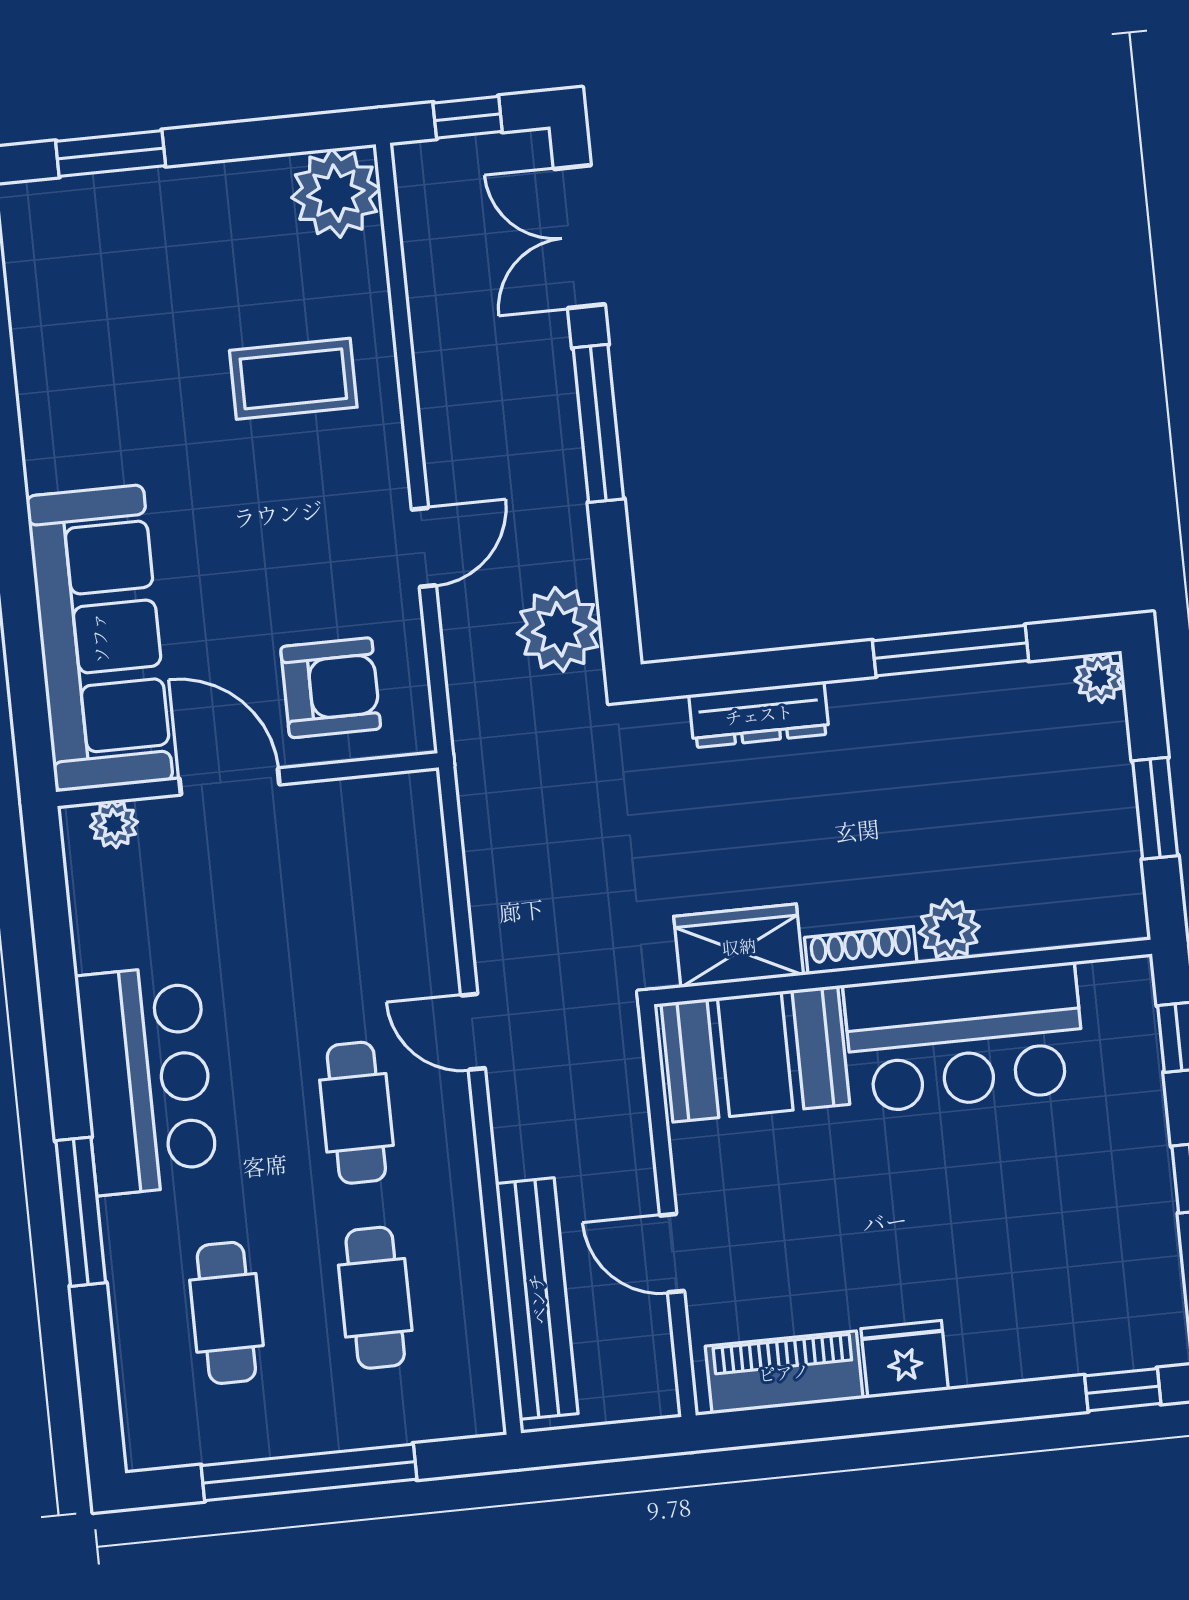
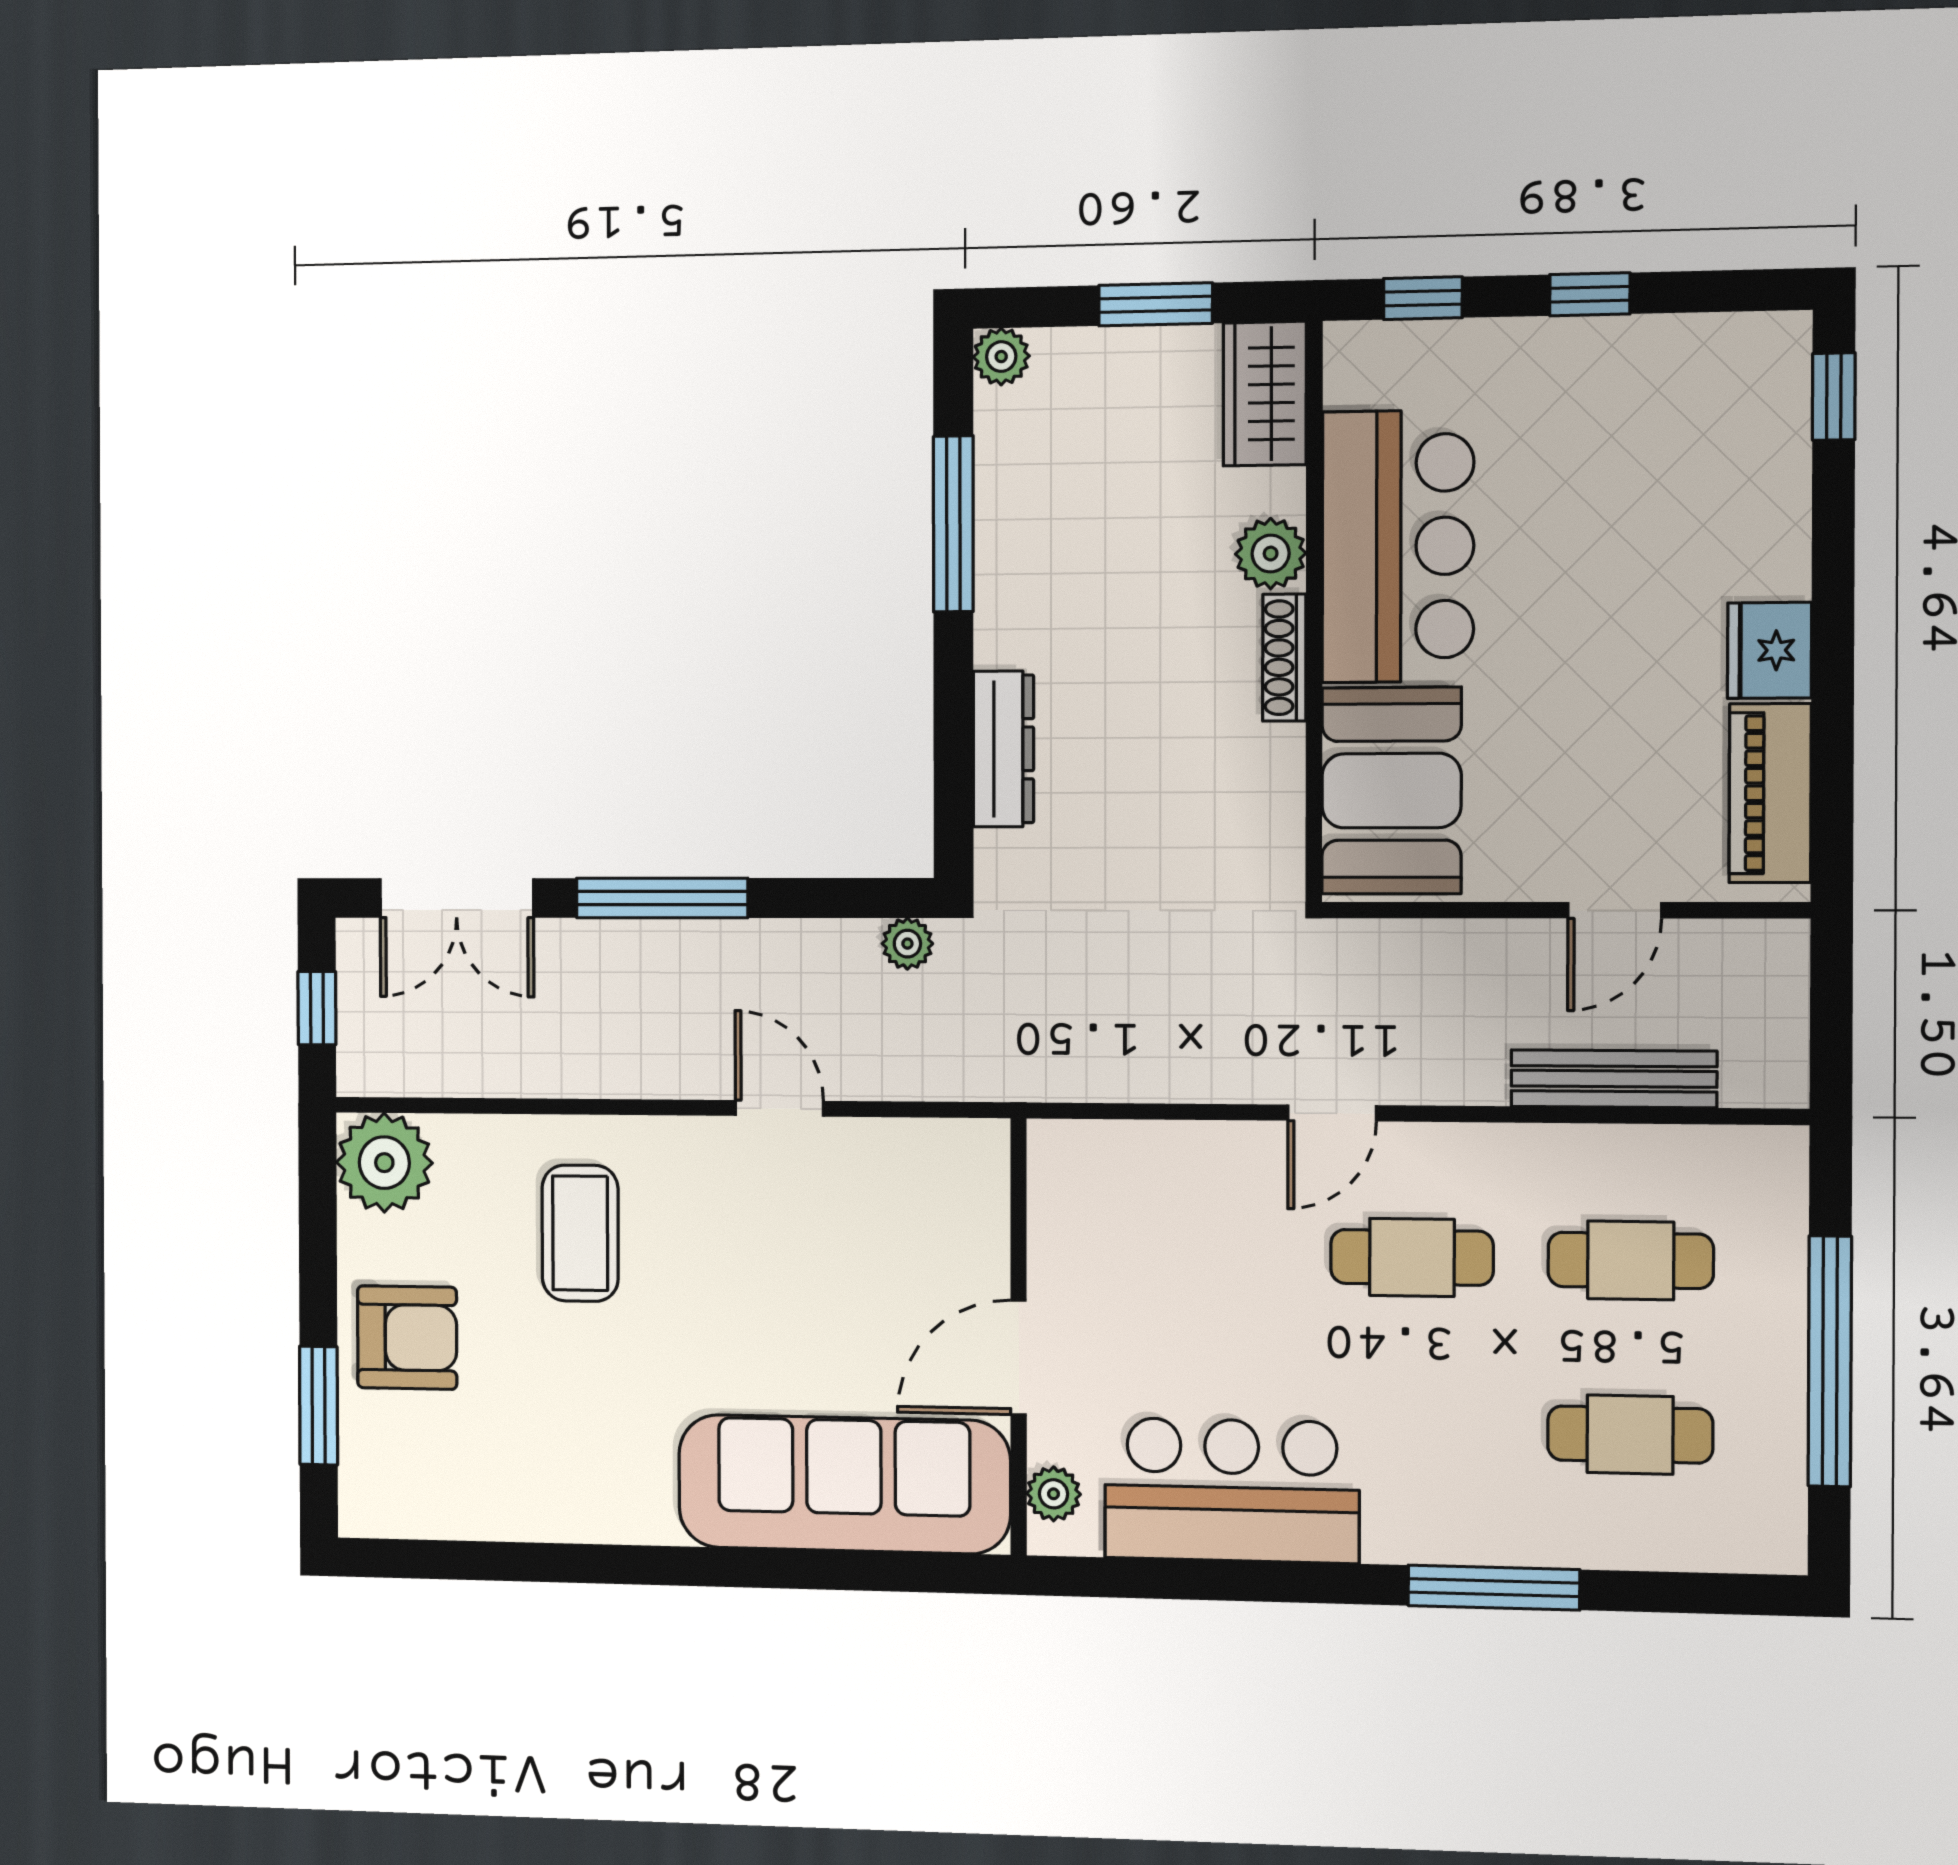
plant: (559, 629) -> (907, 944), width x0.53, depth x0.53
armchair: (331, 688) -> (407, 1338), moved, turned 90
wardrobe: (739, 946) -> (1265, 394), moved
bar counter: (147, 1080) -> (1232, 1490), moved
bench: (537, 1299) -> (1614, 1079), width x0.73, depth x0.82

